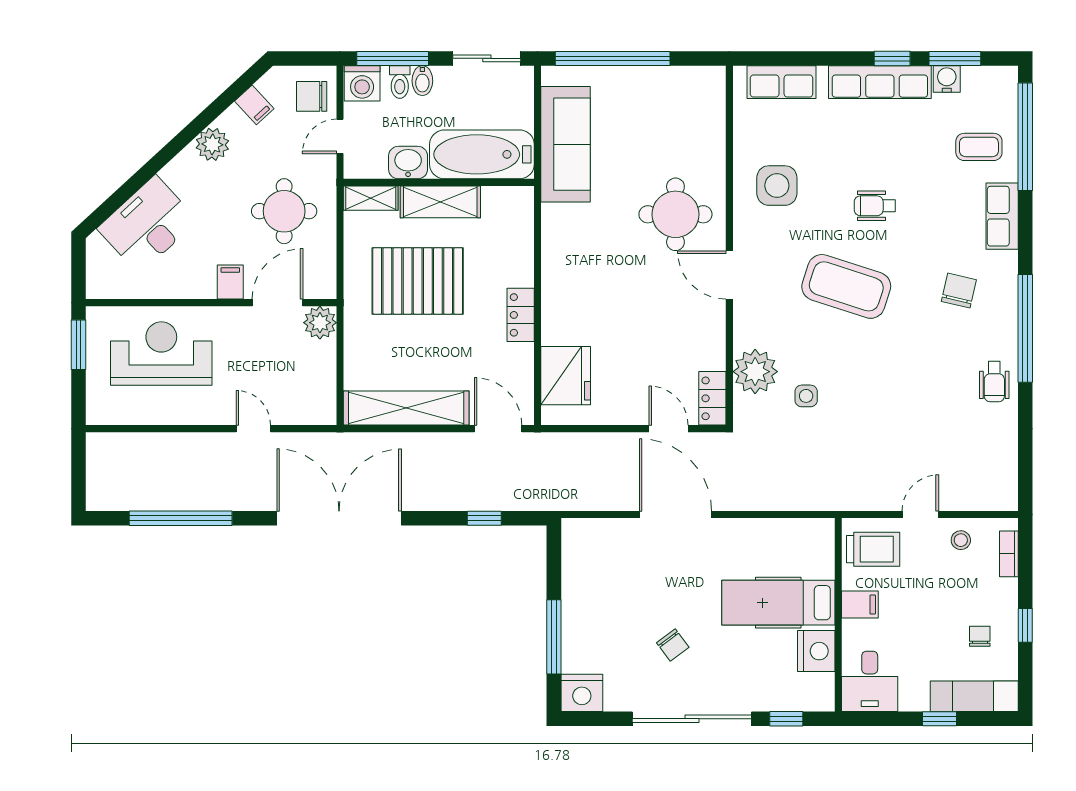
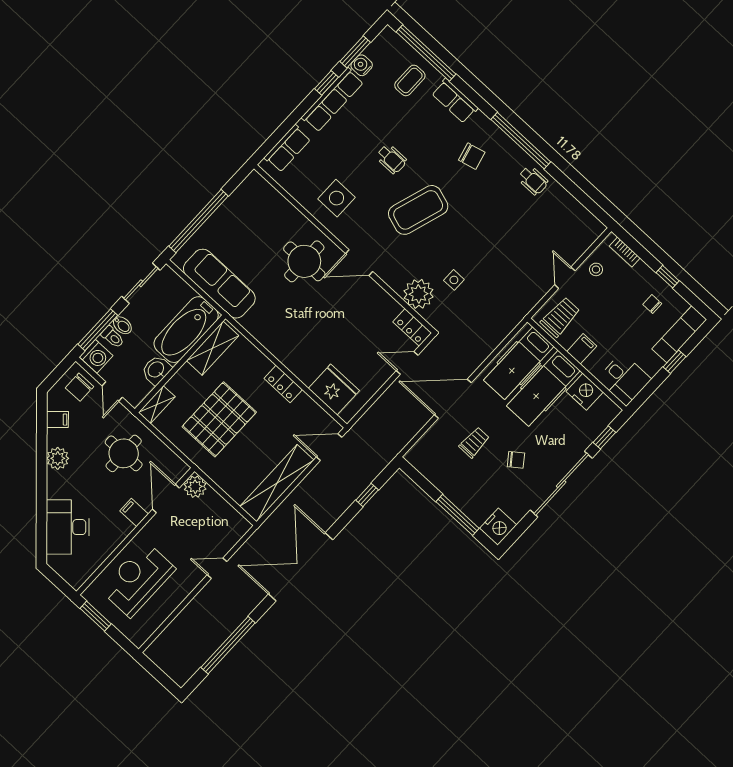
shelving: (440, 202) -> (213, 348), moved
wheelchair: (875, 206) -> (391, 159), turned -90
chair: (959, 291) -> (472, 156), turned 153
hospital bed: (781, 551) -> (519, 363), added
trolley: (650, 582) -> (474, 442), added

